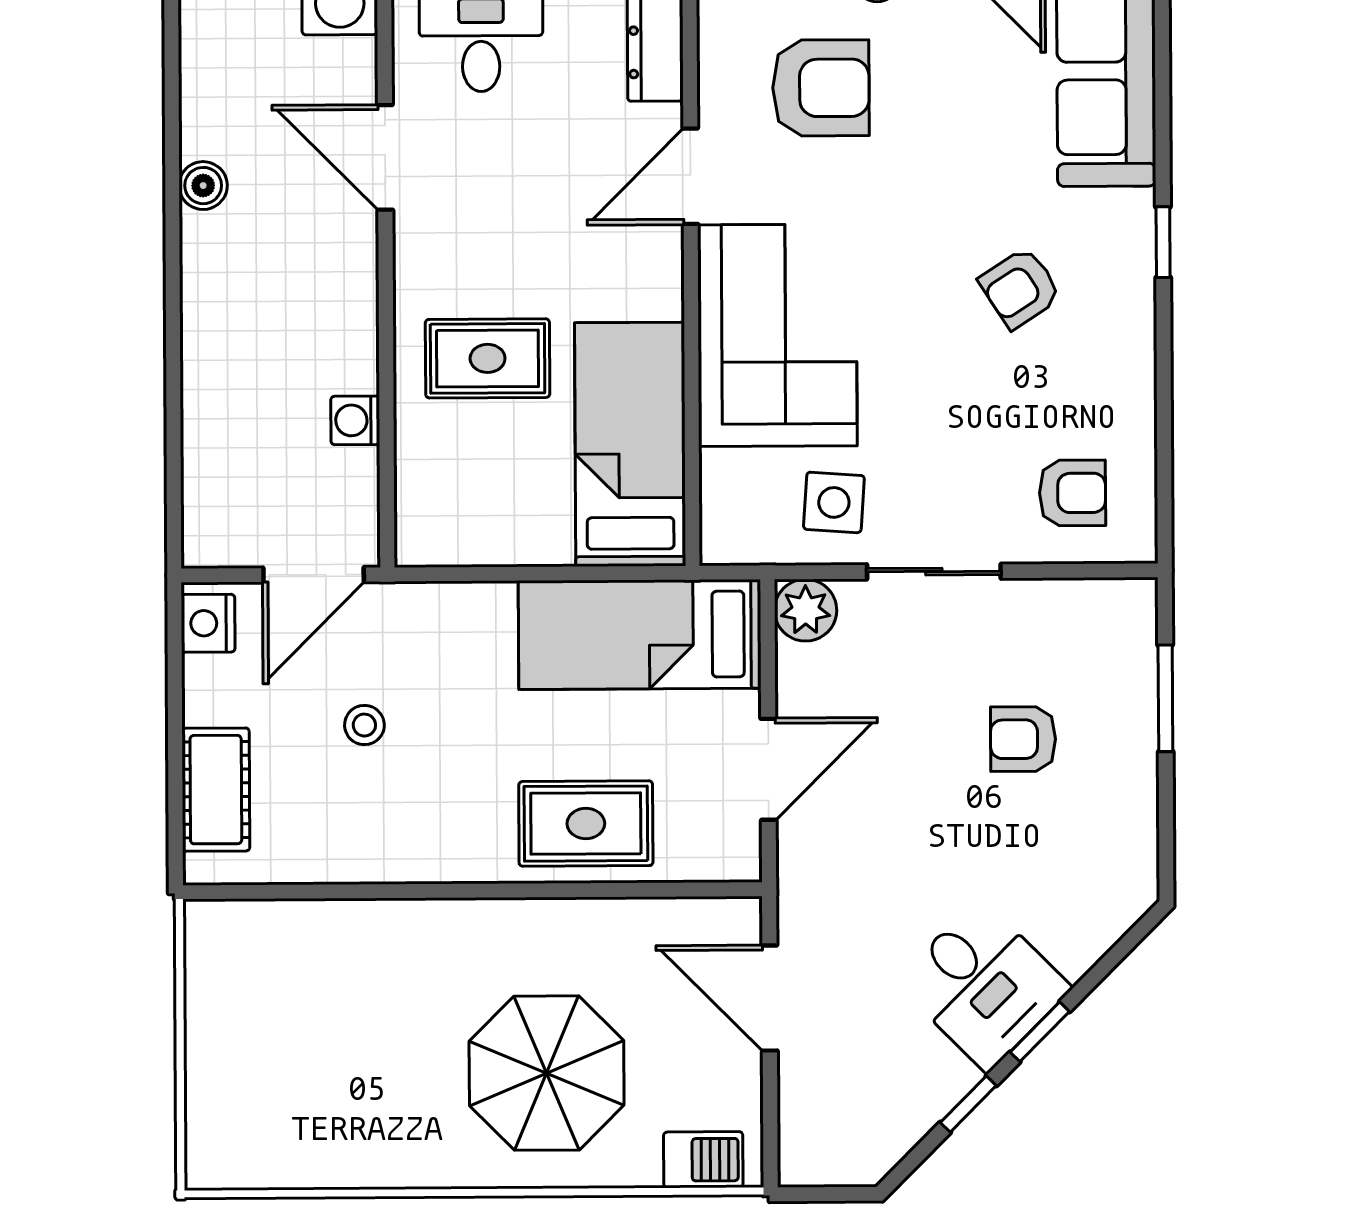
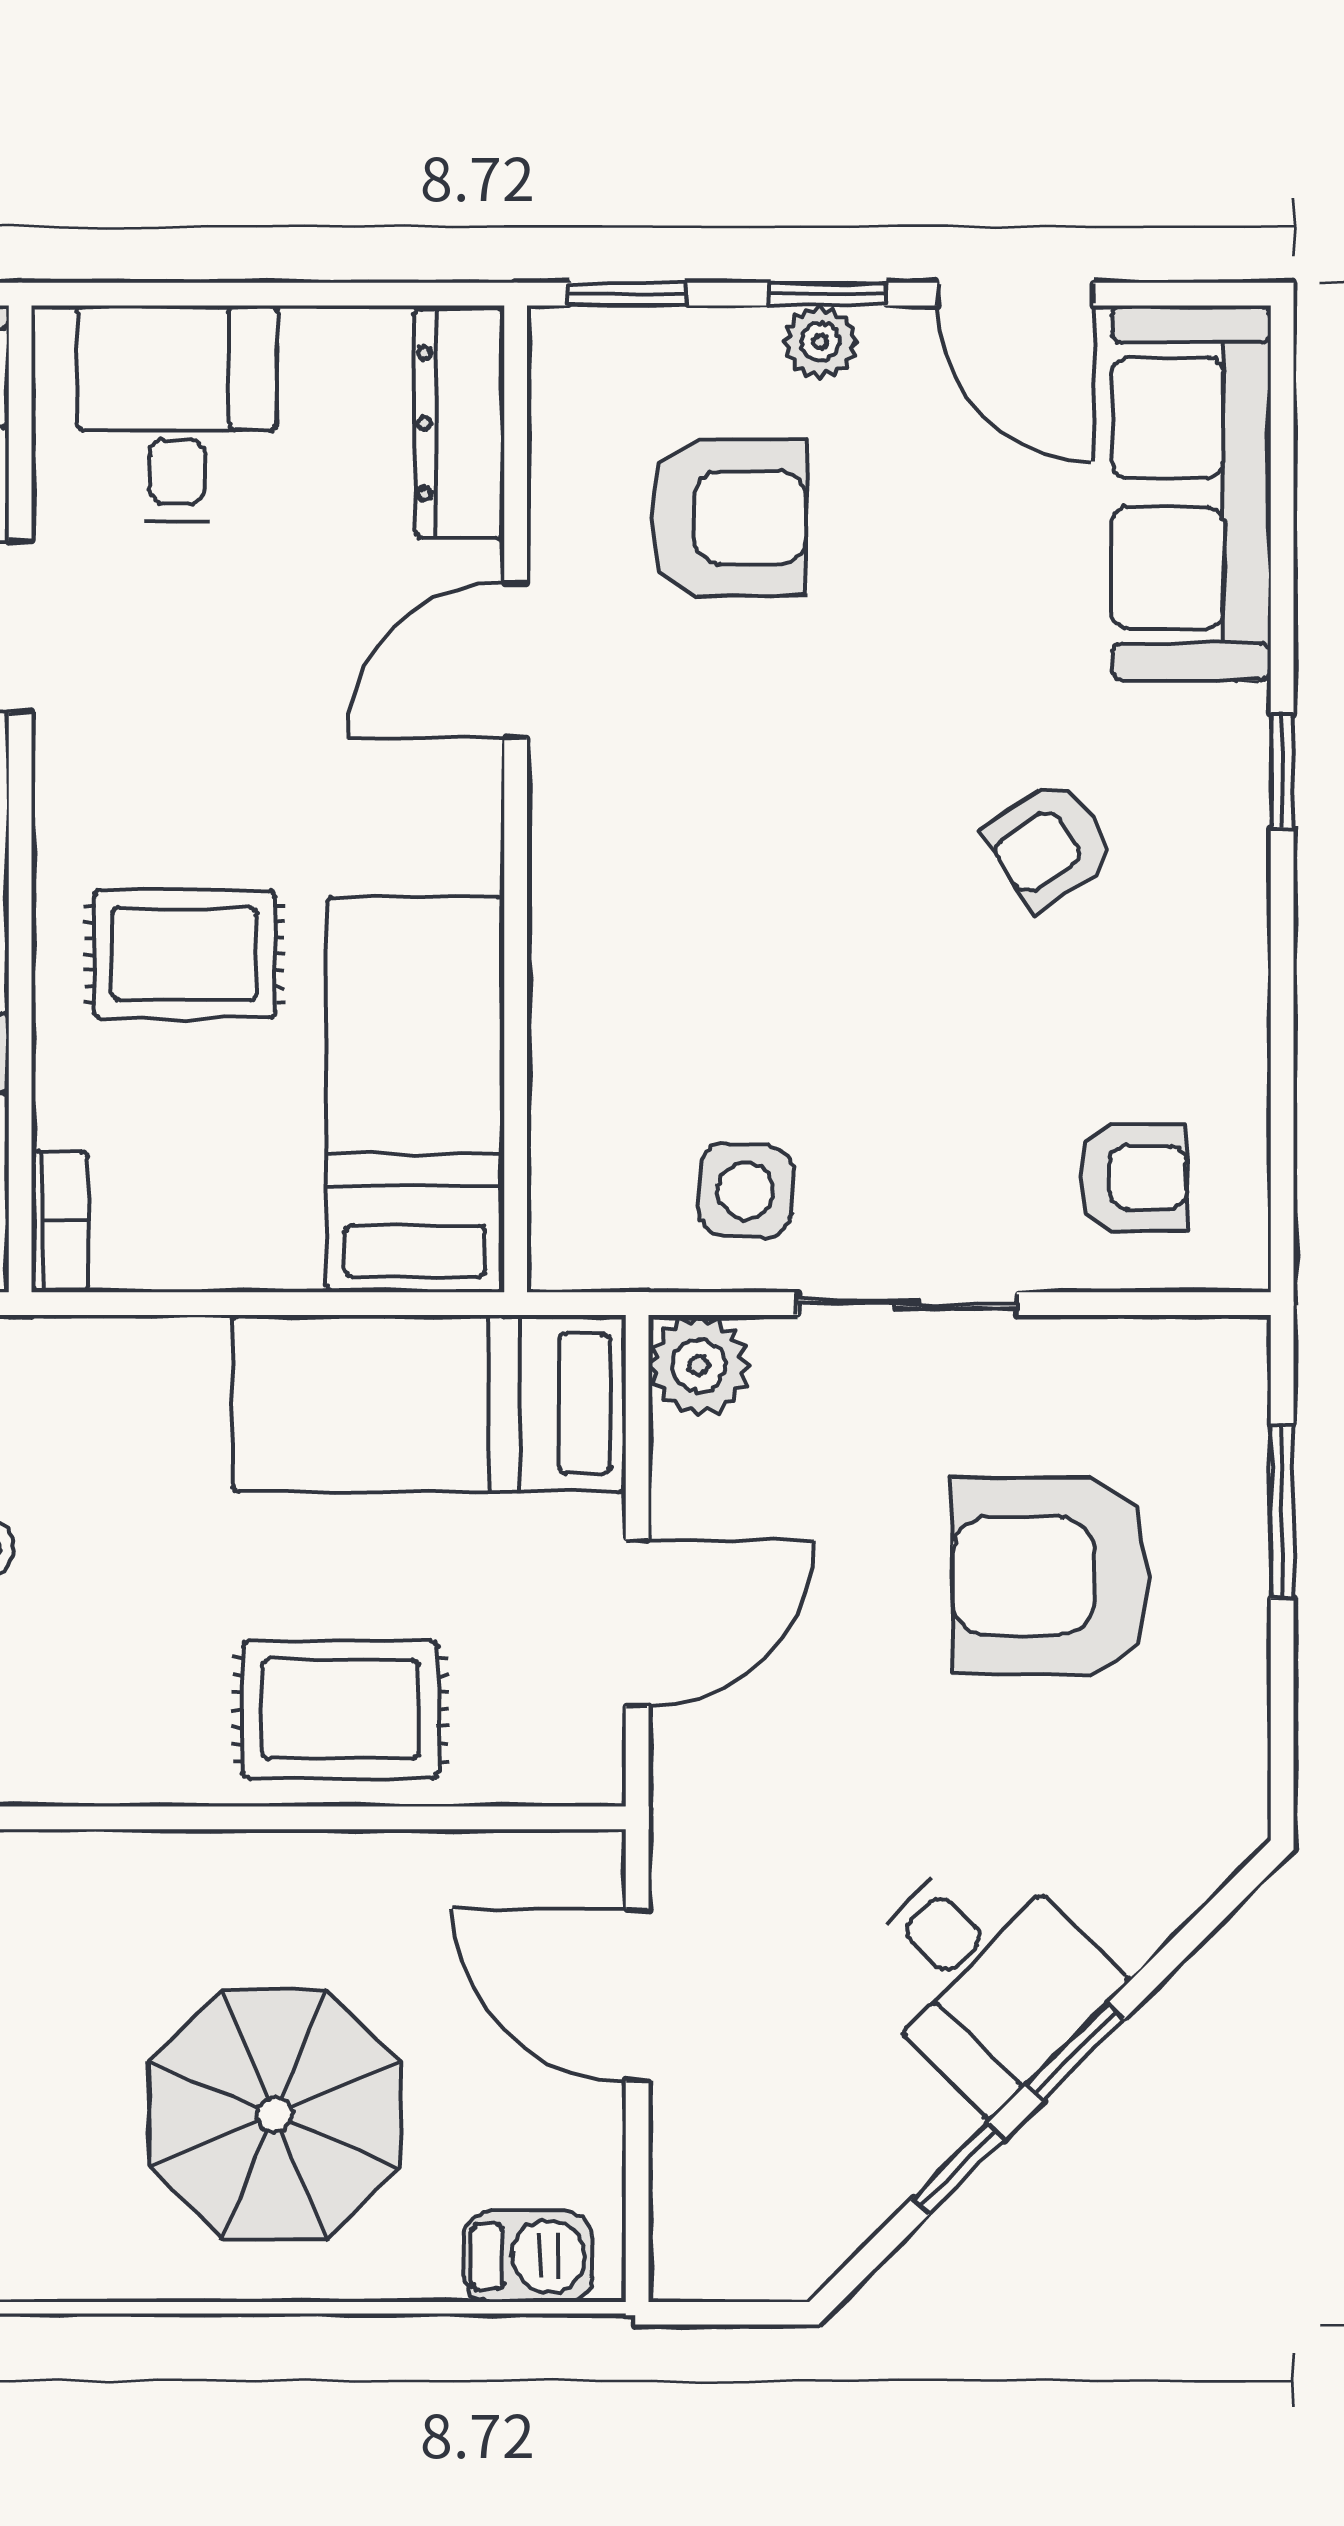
corner sofa: (777, 335) -> (655, 919), removed
bookcase: (411, 524) -> (60, 1222), added
armchair: (1023, 739) -> (1051, 1577), width x1.88, depth x1.88

